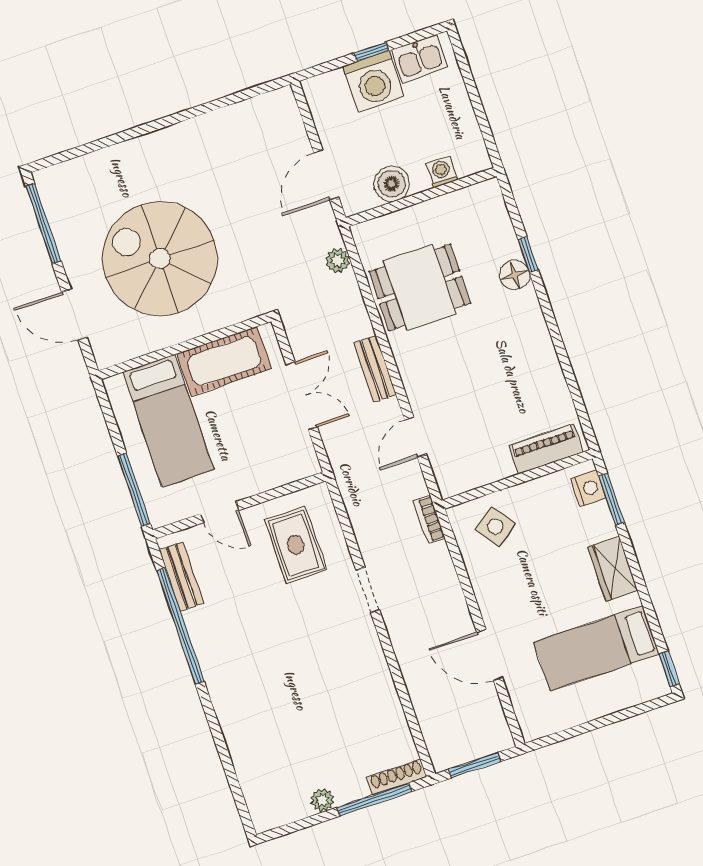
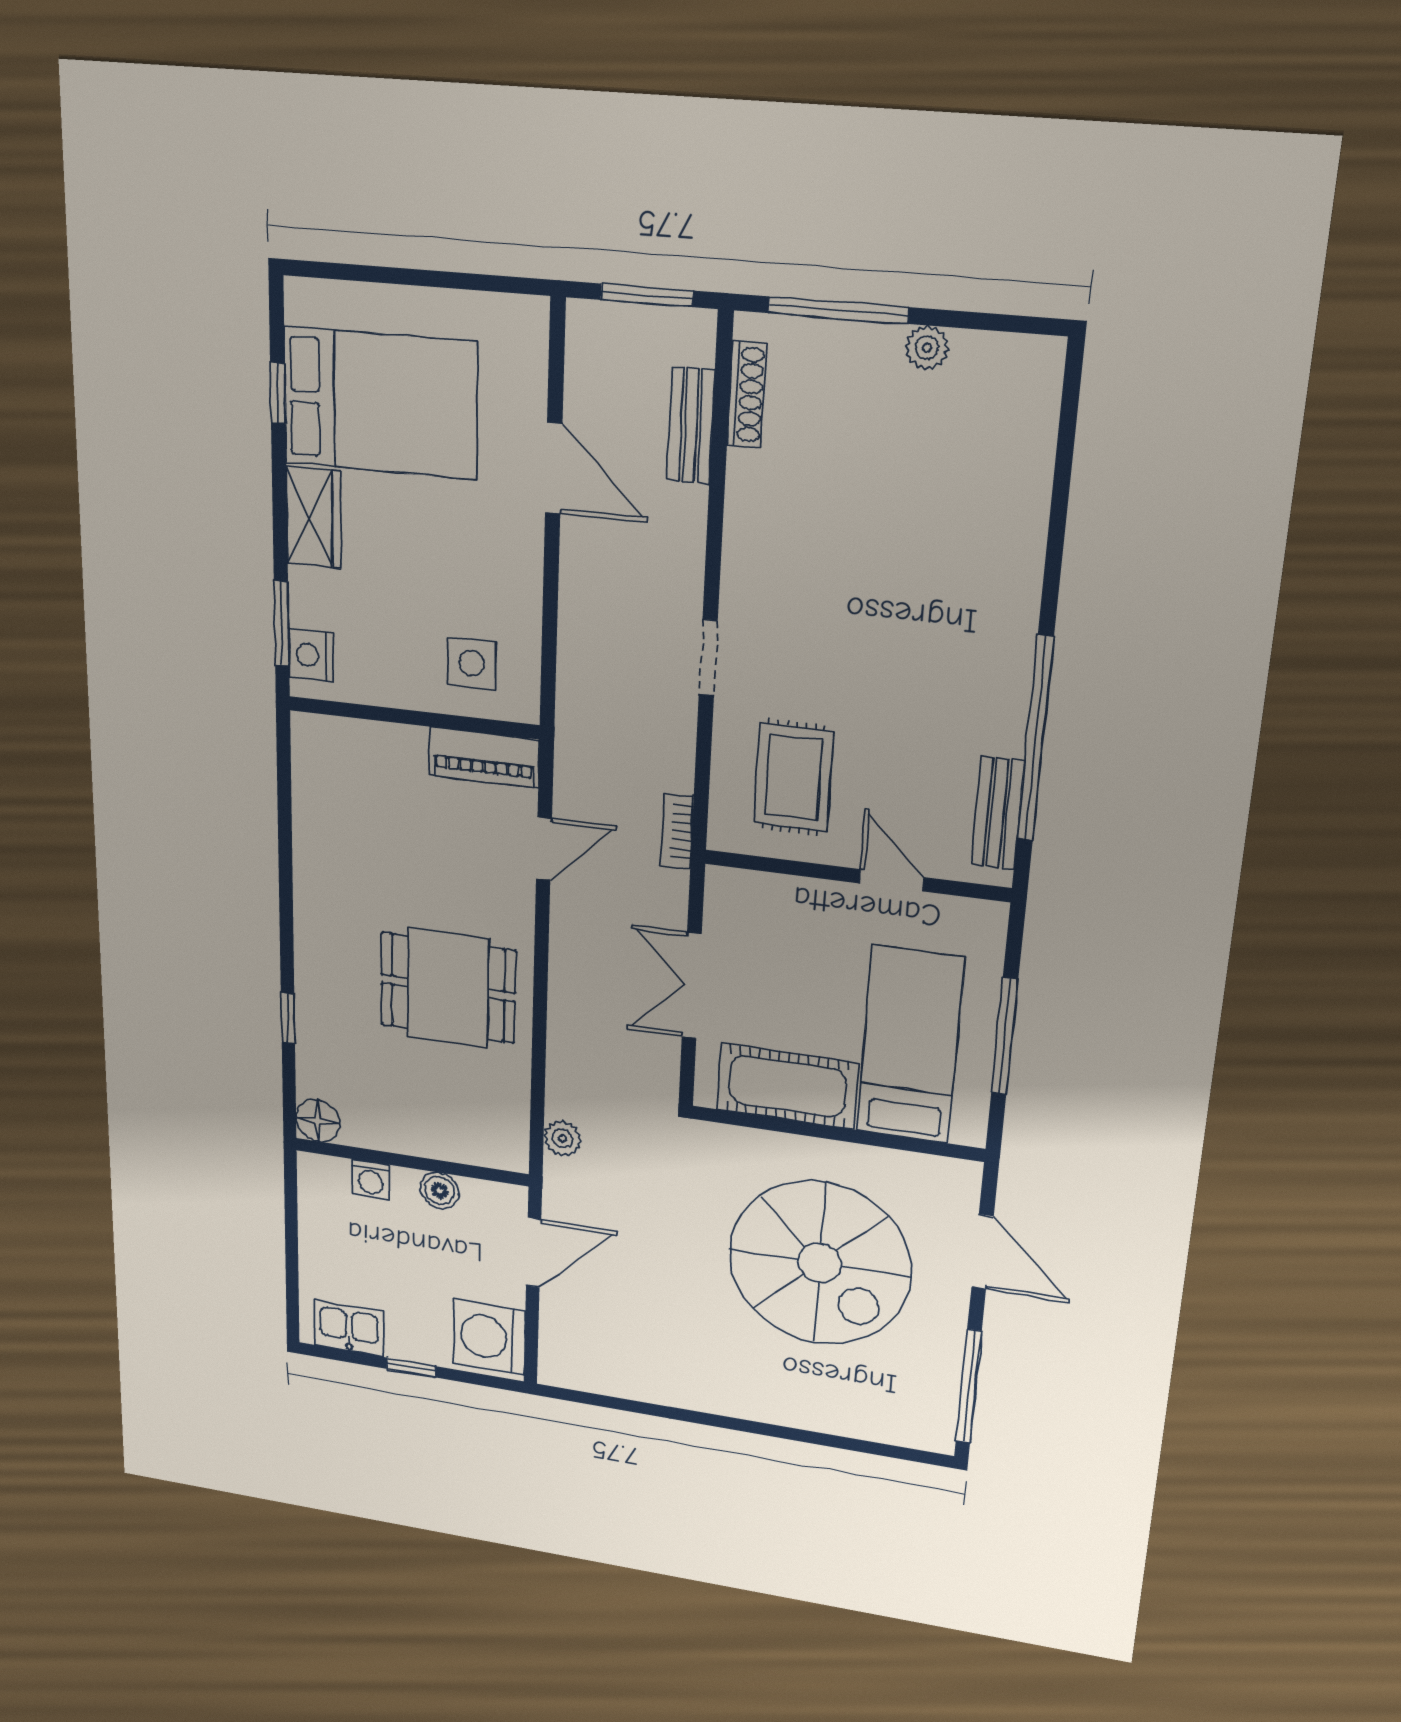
washing machine: (374, 81) -> (489, 1337), moved, turned -90
boiler: (392, 184) -> (439, 1190), width x0.73, depth x0.73
floor lamp: (515, 275) -> (318, 1121), moved
dining table: (420, 287) -> (448, 988), moved
bench: (375, 369) -> (691, 425), moved
piano: (546, 449) -> (484, 757), moved
window: (134, 490) -> (1005, 1036), moved
bookcase: (429, 519) -> (677, 831), moved, turned 180
side table: (495, 527) -> (472, 663), turned 36
bed: (596, 648) -> (380, 403), width x1.50
window: (669, 669) -> (278, 393), moved
shoe rack: (397, 777) -> (747, 395), moved, turned -90

